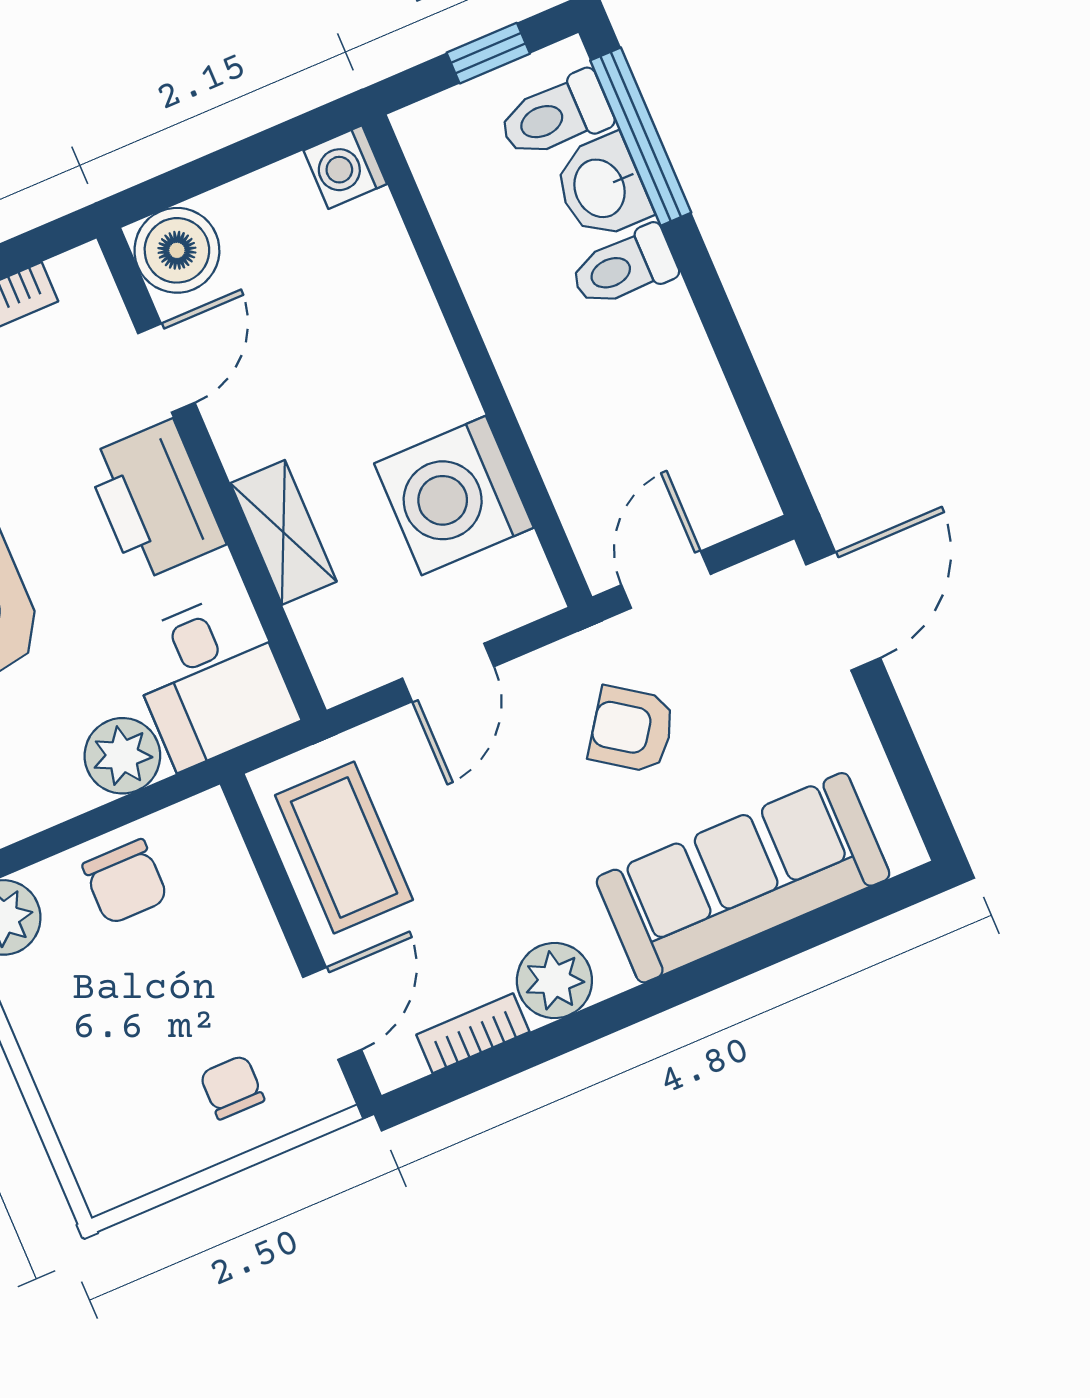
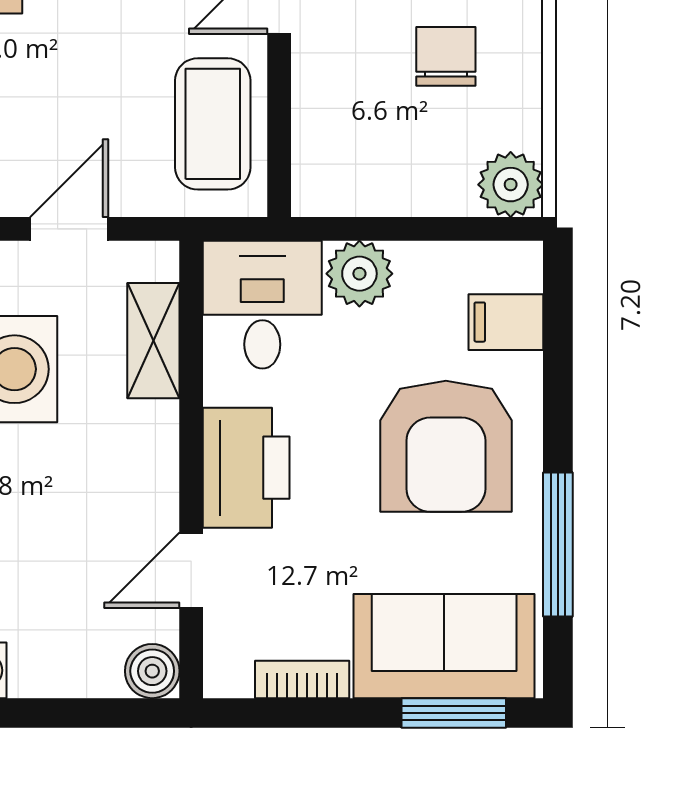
boiler: (177, 250) -> (152, 671), width x0.73, depth x0.73
shelving: (283, 532) -> (153, 341), moved
chair: (125, 882) -> (446, 56), moved

